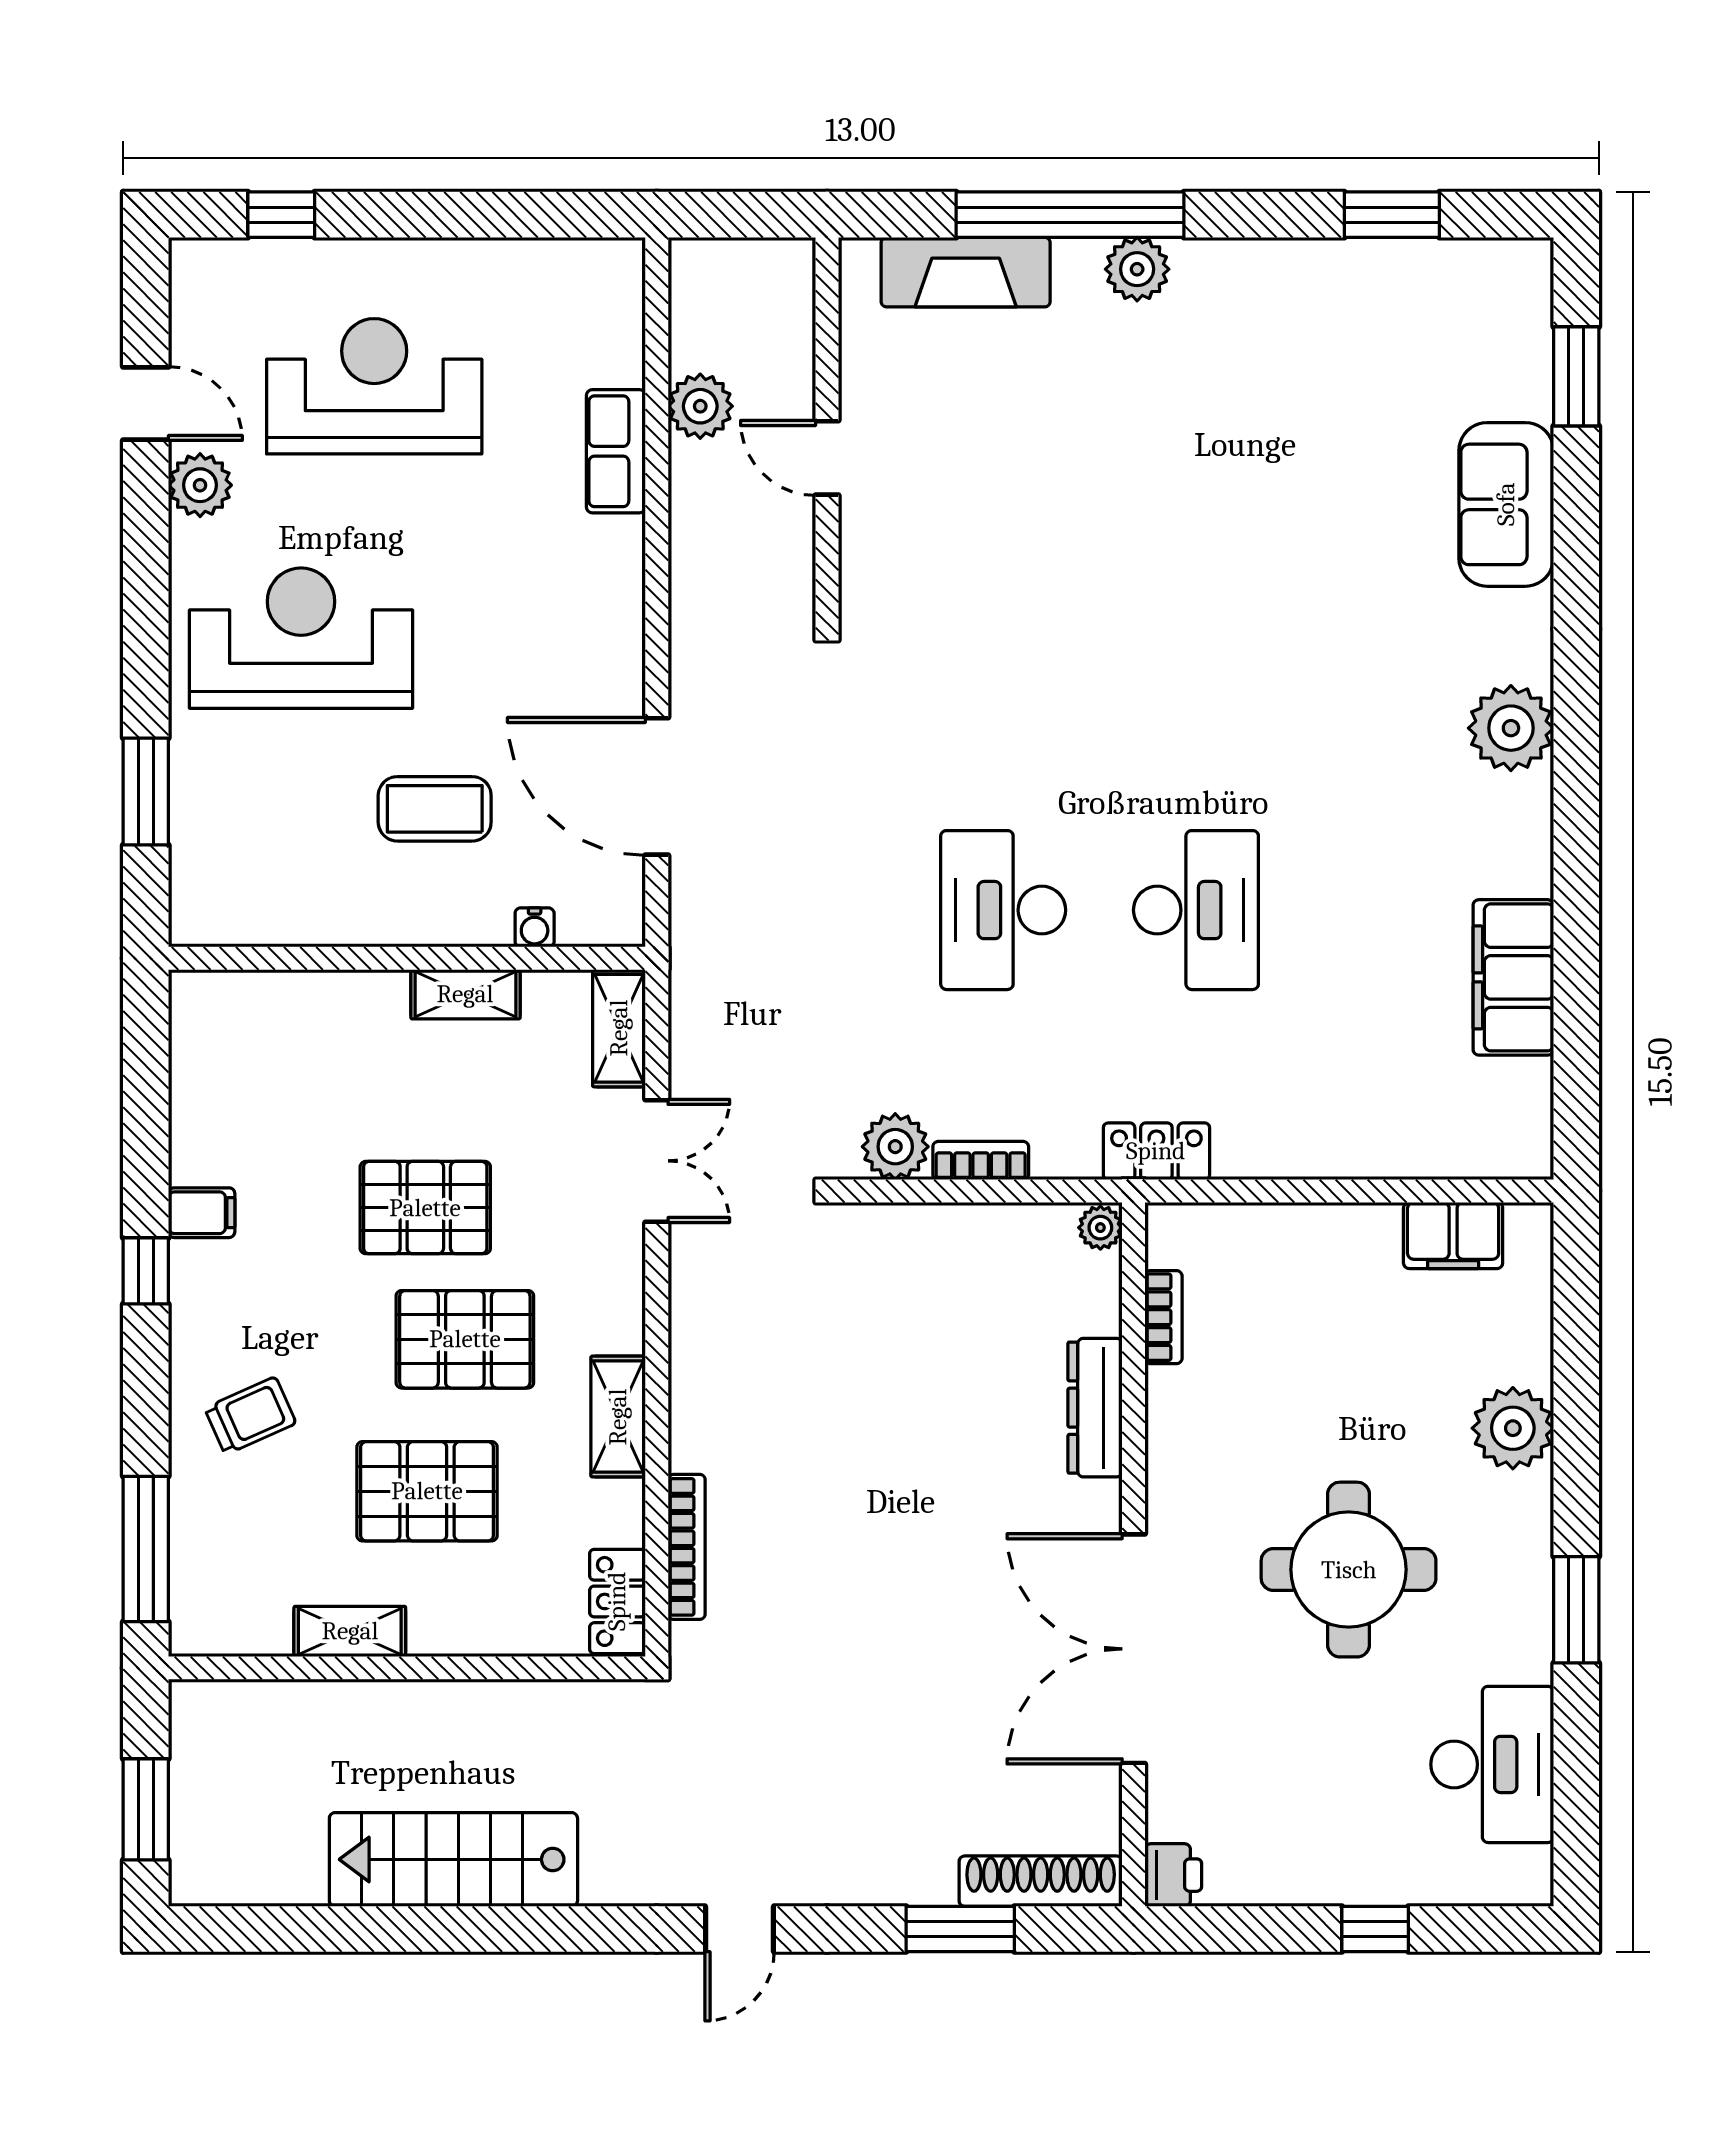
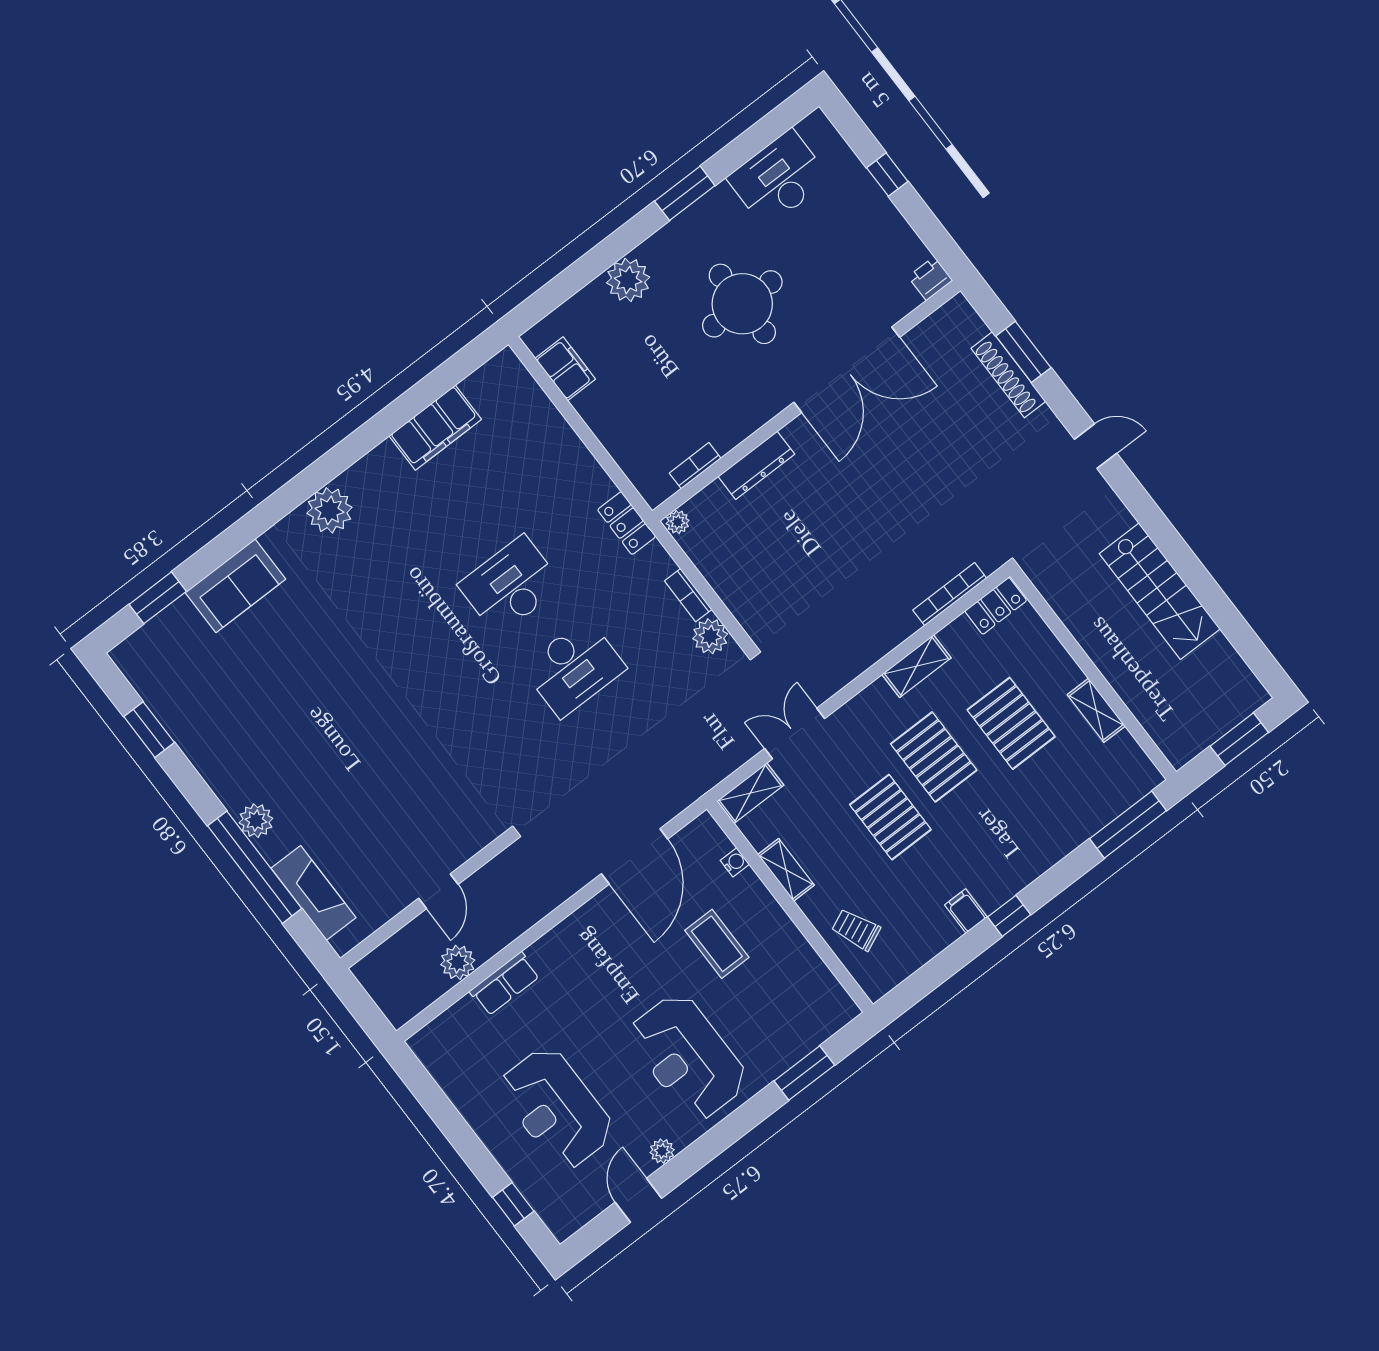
plant: (200, 485) -> (662, 1151), width x0.73, depth x0.73
trolley: (250, 1416) -> (856, 930), moved
shoe rack: (1041, 1881) -> (1008, 375), moved

